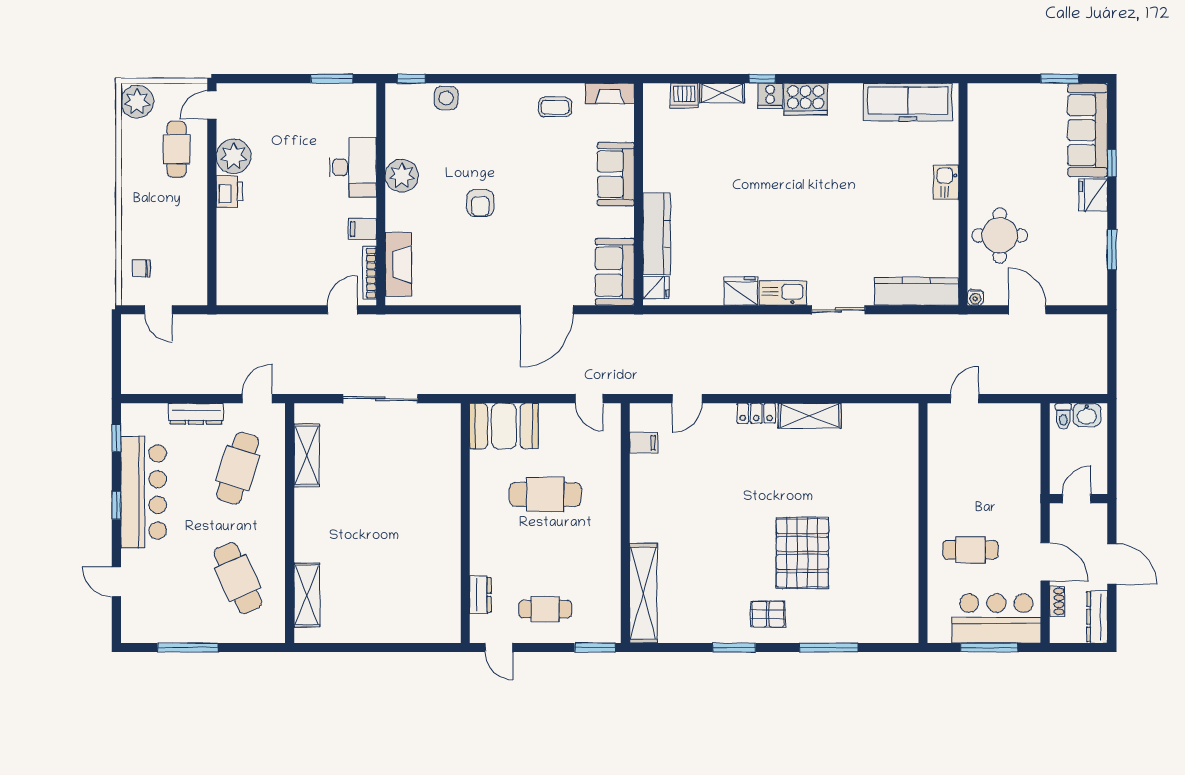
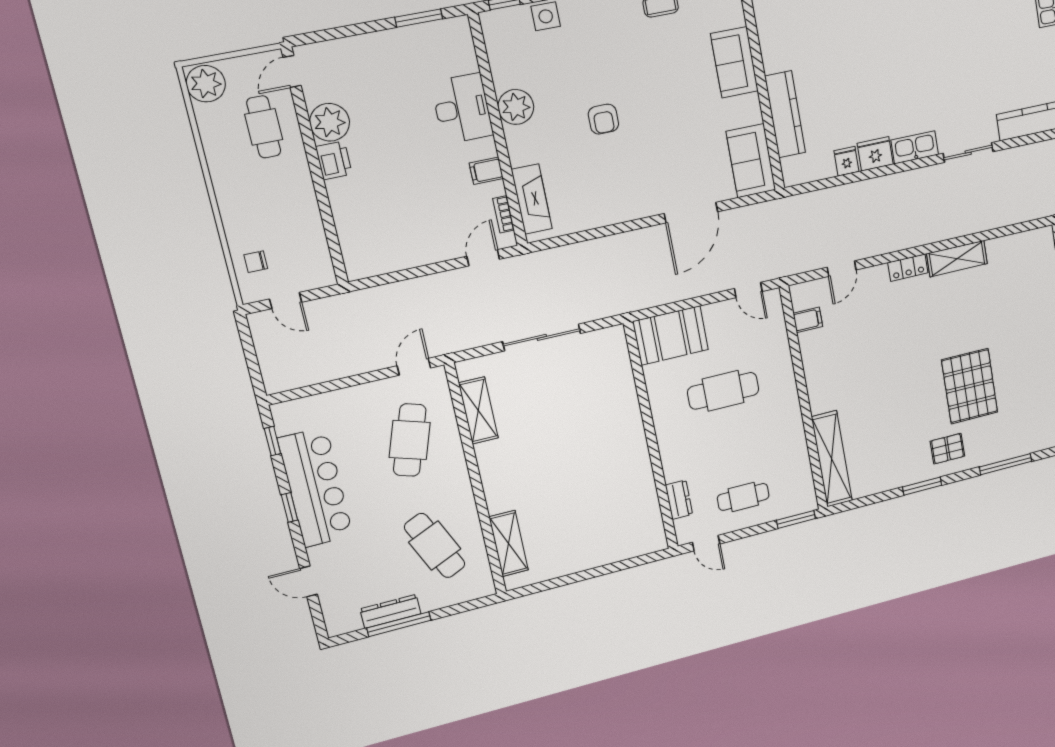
bookcase: (370, 273) -> (504, 214), width x0.64
fridge: (656, 288) -> (847, 161), moved, turned -90
dresser: (196, 414) -> (391, 611), moved, turned 180

